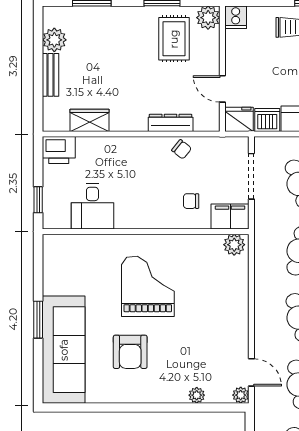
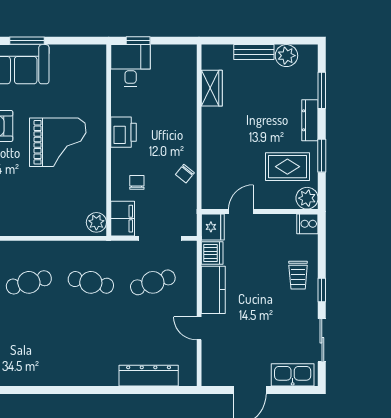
dresser: (171, 123) -> (310, 120), moved, turned 180
printer: (59, 150) -> (124, 132), moved, turned 180
desk: (92, 206) -> (131, 66), moved, turned 90

